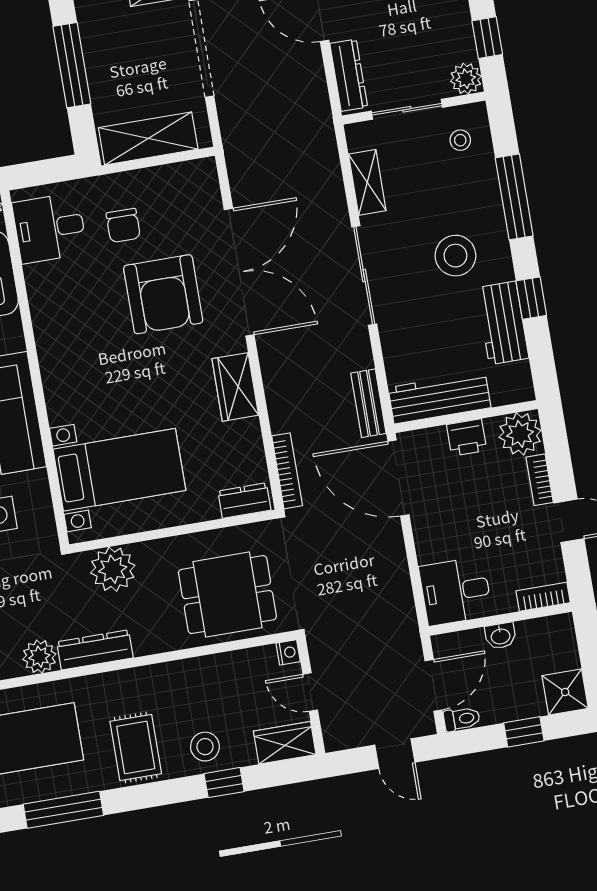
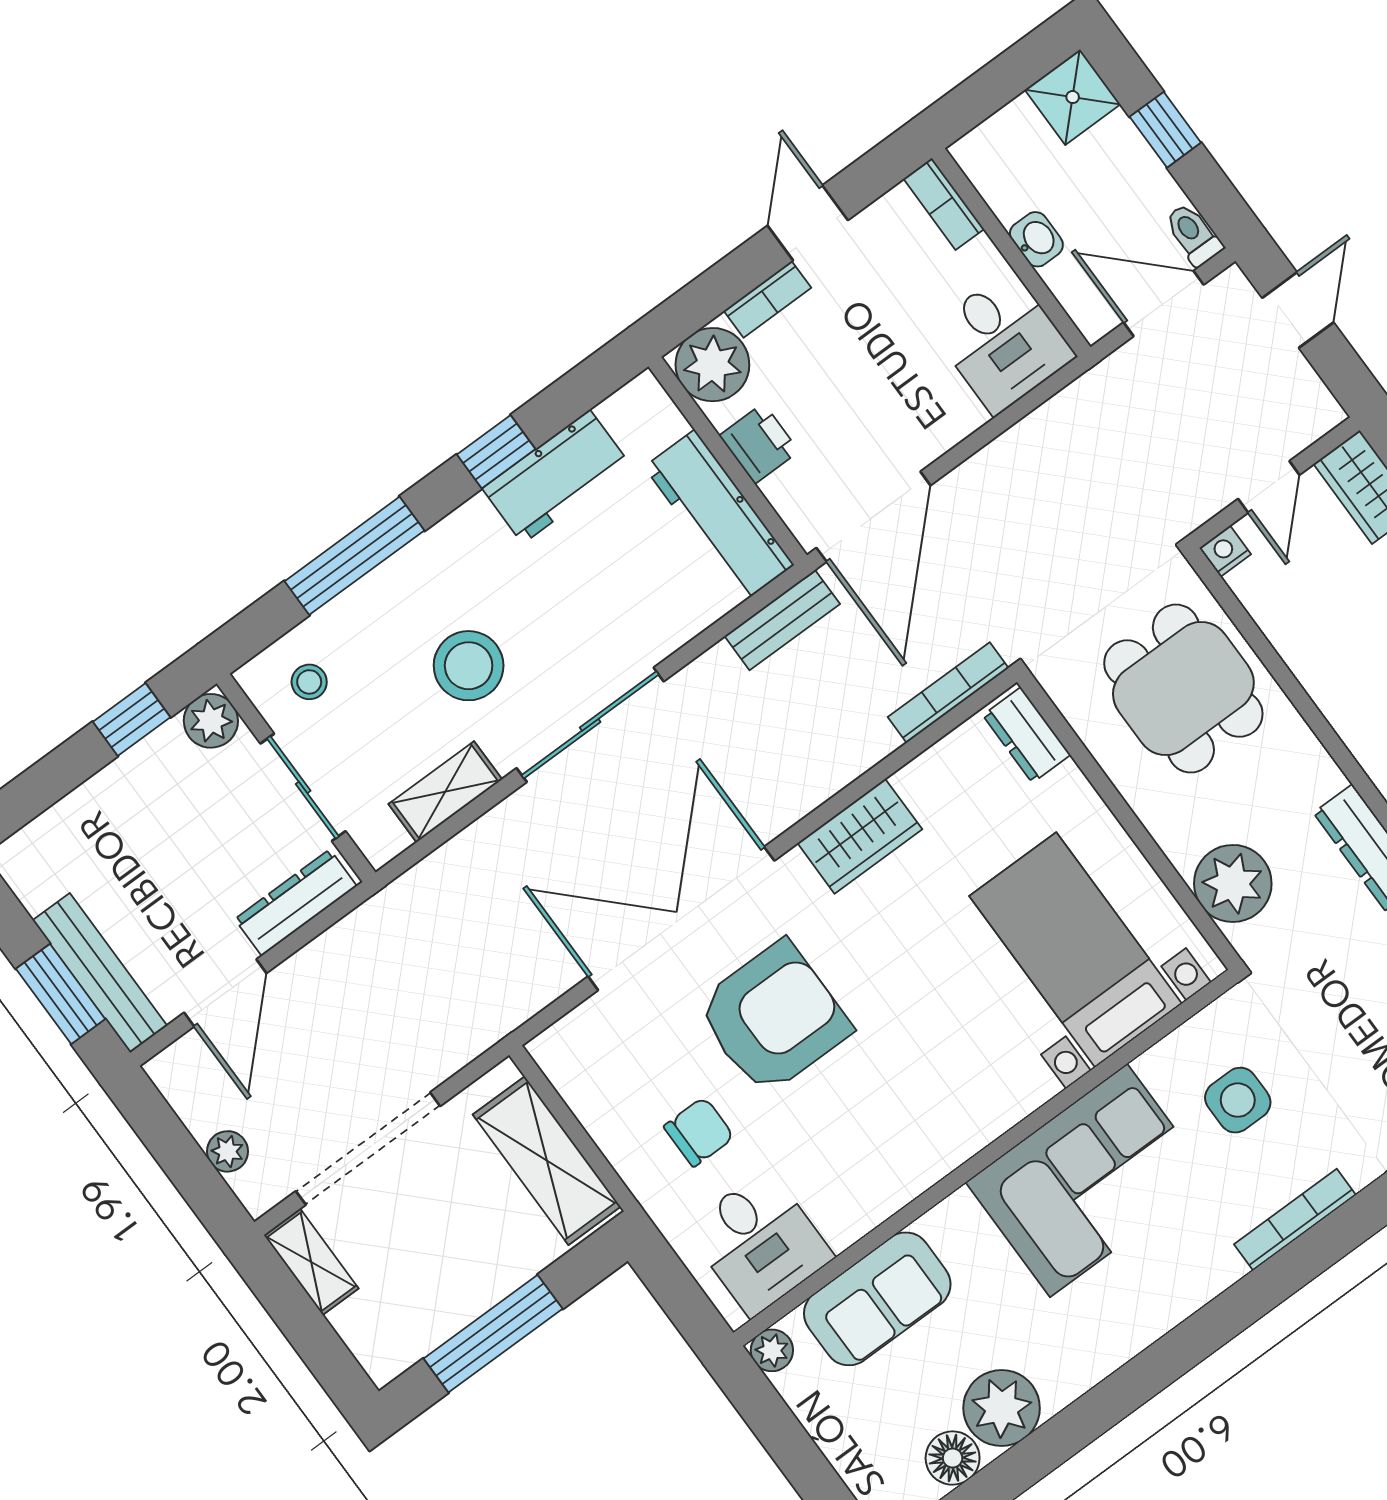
stool: (455, 256) -> (469, 666), moved

